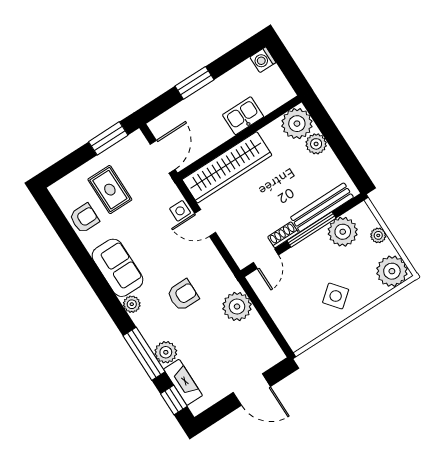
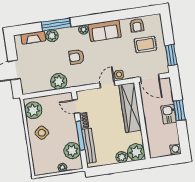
kitchen sink: (243, 116) -> (169, 114), moved, turned 180
plant: (392, 271) -> (33, 110), moved
armchair: (183, 295) -> (77, 57), turned 90
window: (174, 400) -> (26, 29), removed

